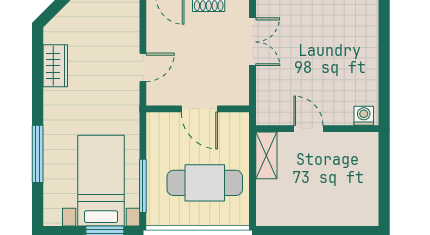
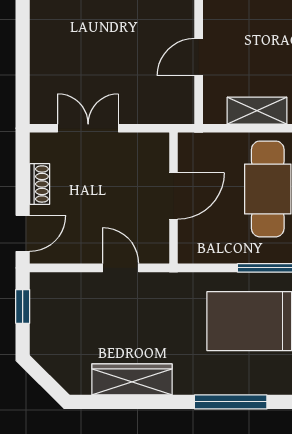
wardrobe: (55, 66) -> (132, 379), width x1.50
shelving: (266, 155) -> (257, 111), moved

